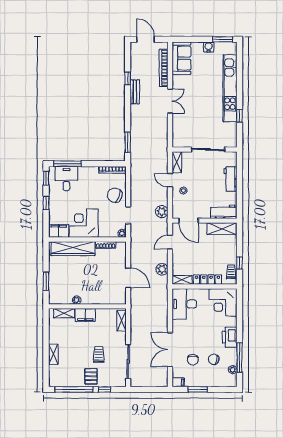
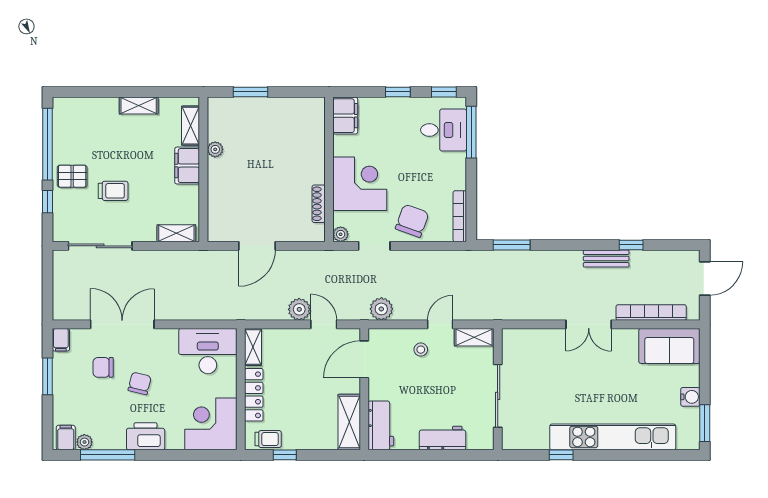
corner desk: (84, 223) -> (360, 184), moved
wardrobe: (73, 249) -> (312, 142), removed
plant: (162, 269) -> (299, 309), moved
shelving: (53, 354) -> (139, 105), moved
chair: (214, 359) -> (140, 383), moved
filing cabinet: (230, 380) -> (66, 438), added

